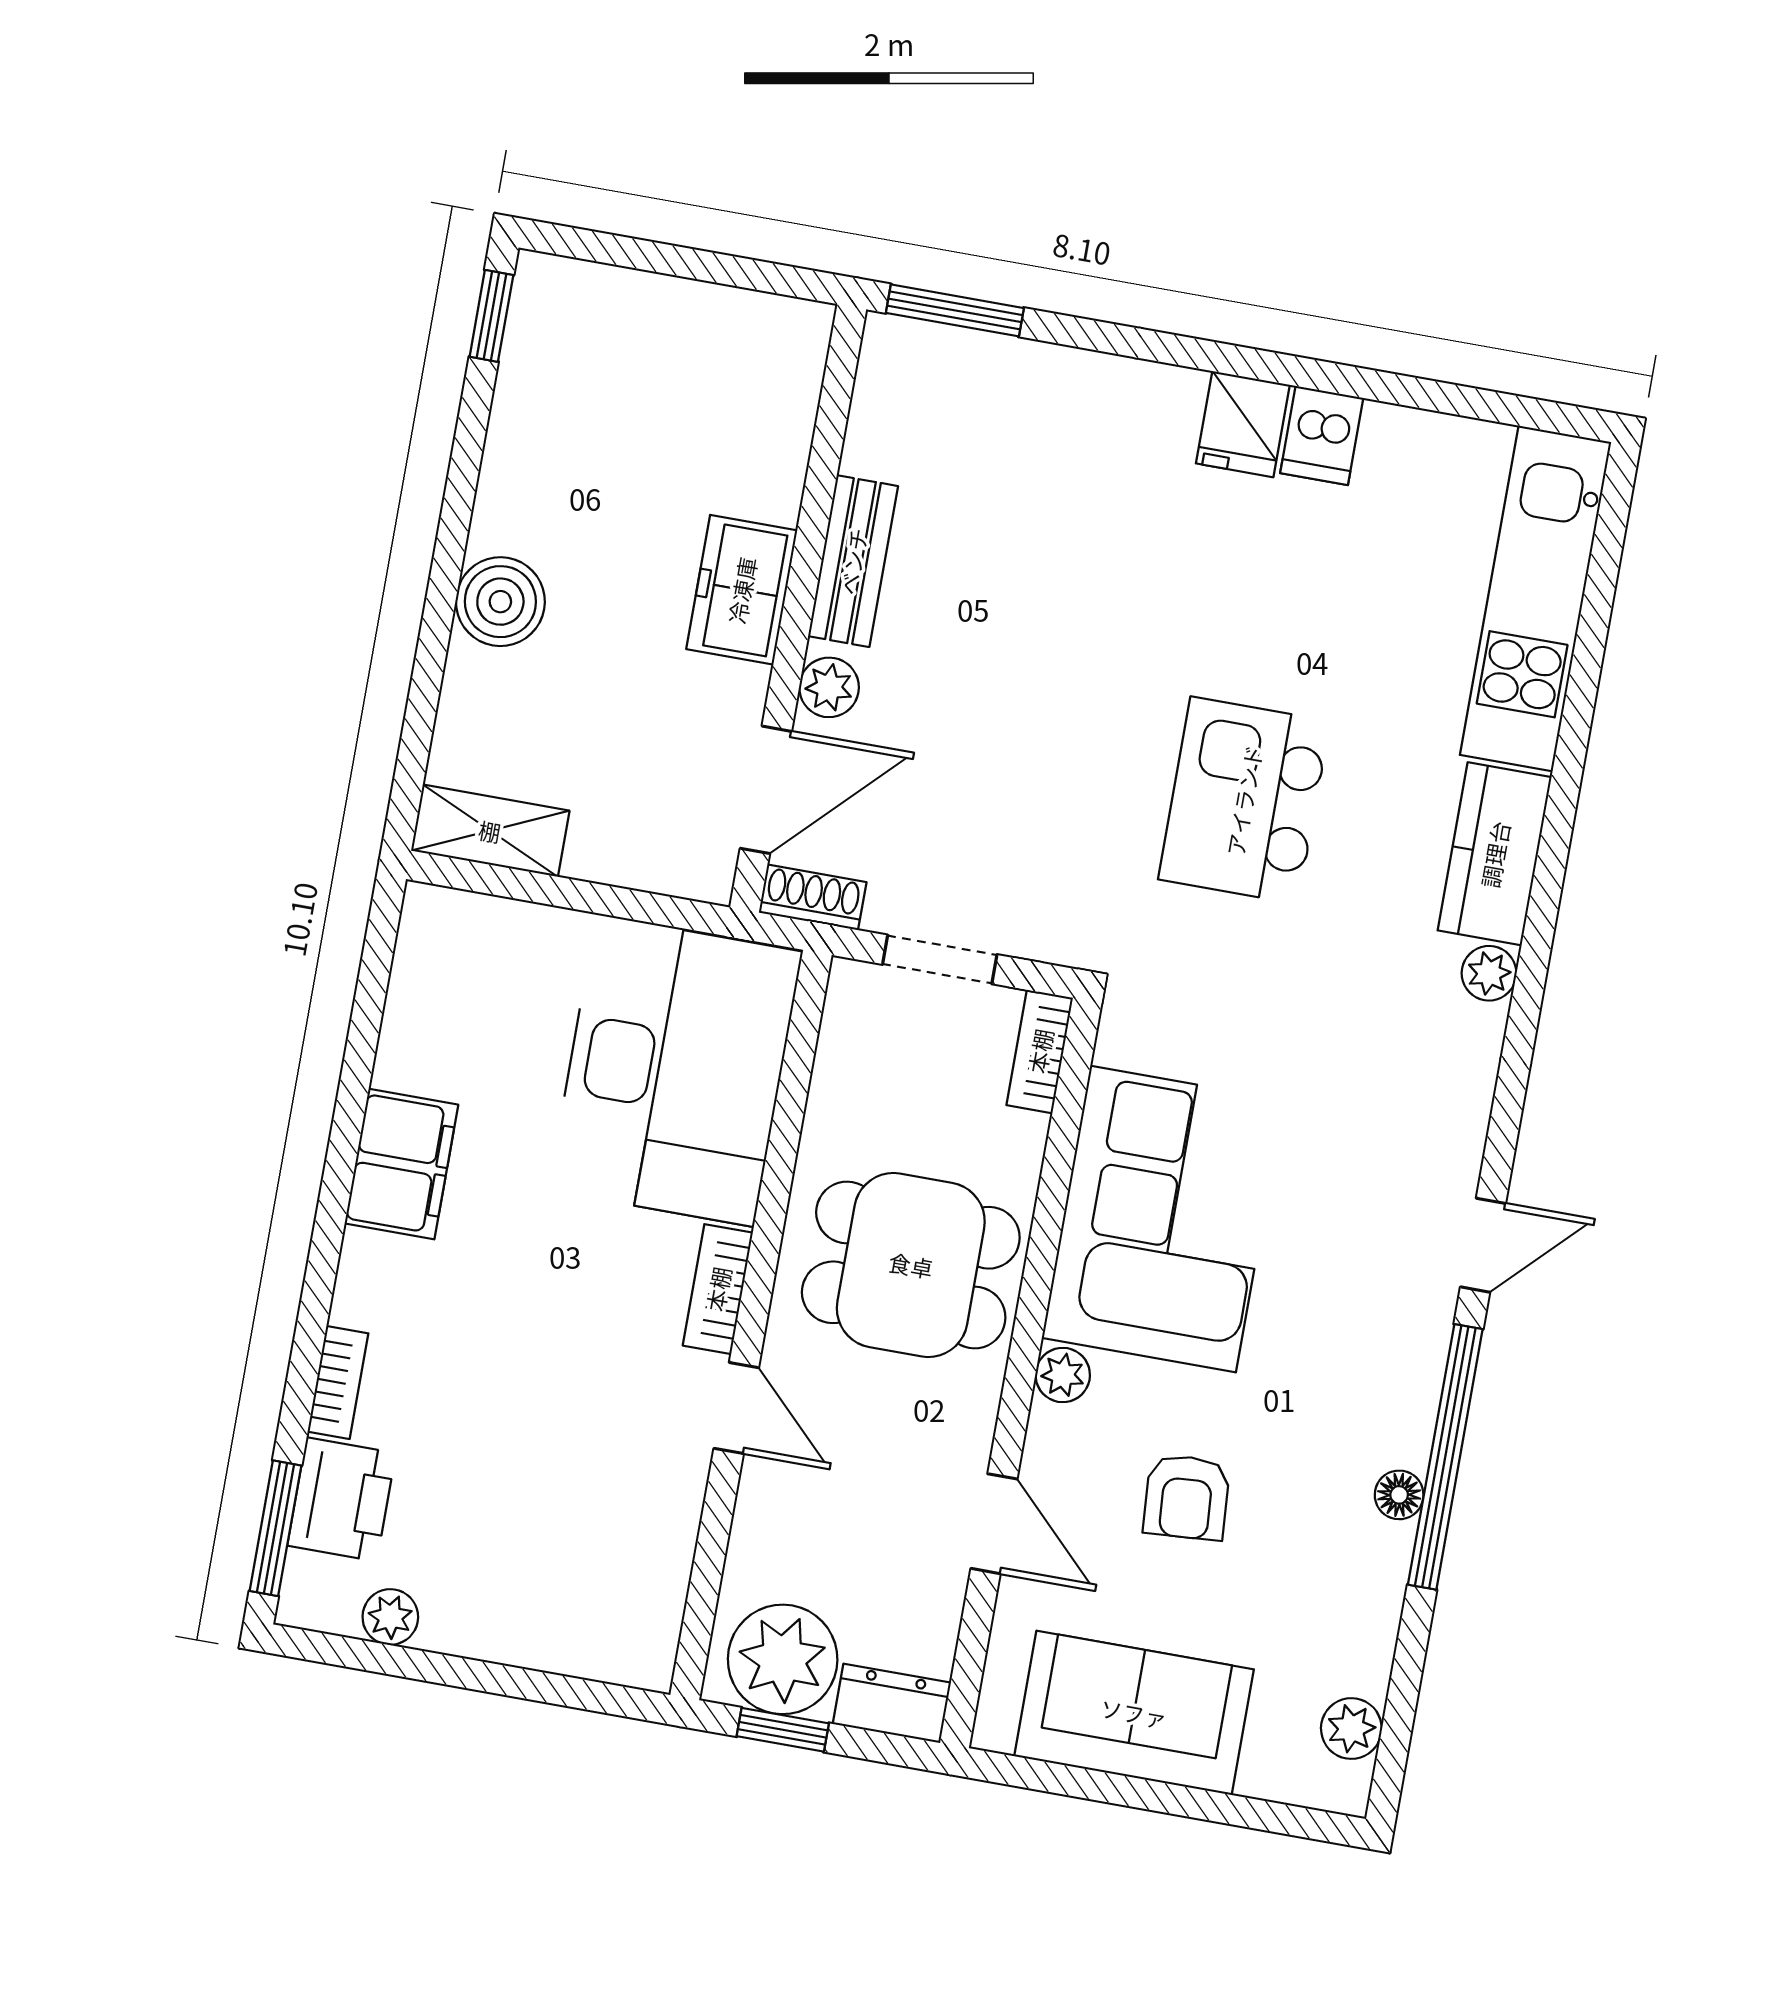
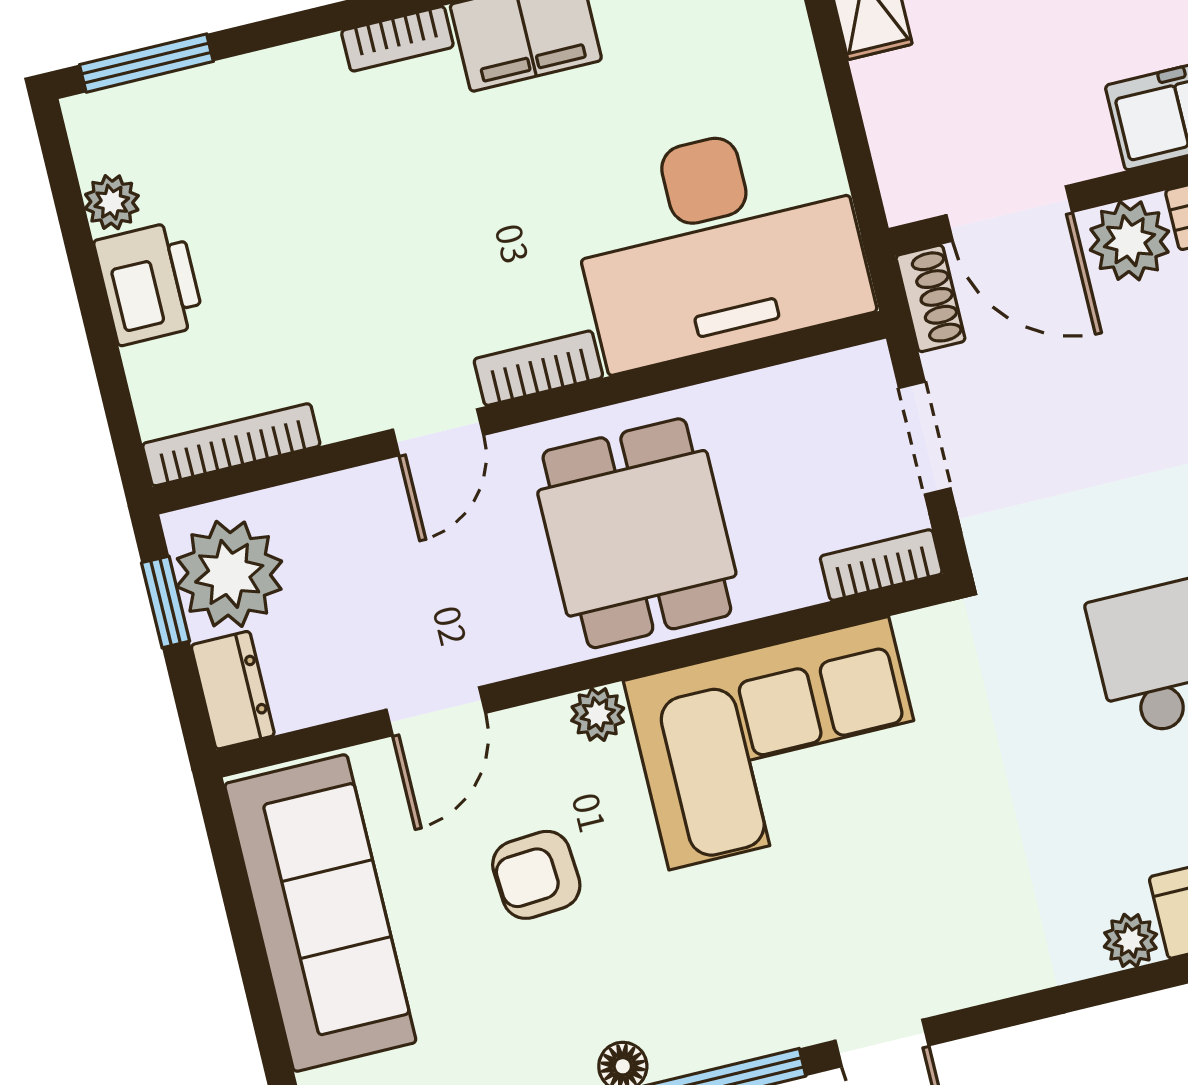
plant: (829, 687) -> (1130, 241), width x1.38, depth x1.38
bookcase: (338, 1382) -> (397, 39), moved
printer: (341, 1499) -> (149, 283), moved, turned -90
bookcase: (664, 1605) -> (231, 445), added
sofa: (1134, 1713) -> (320, 913), width x1.36

